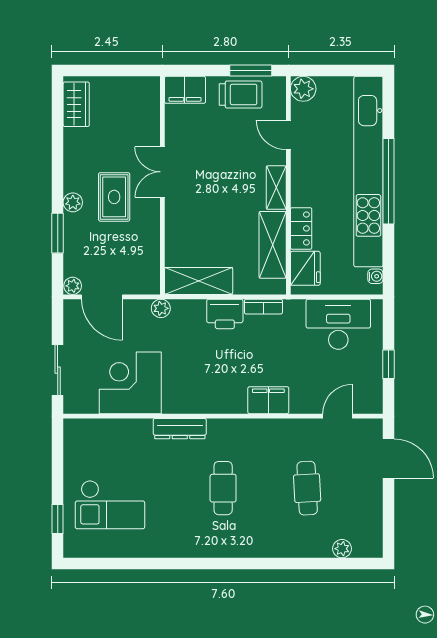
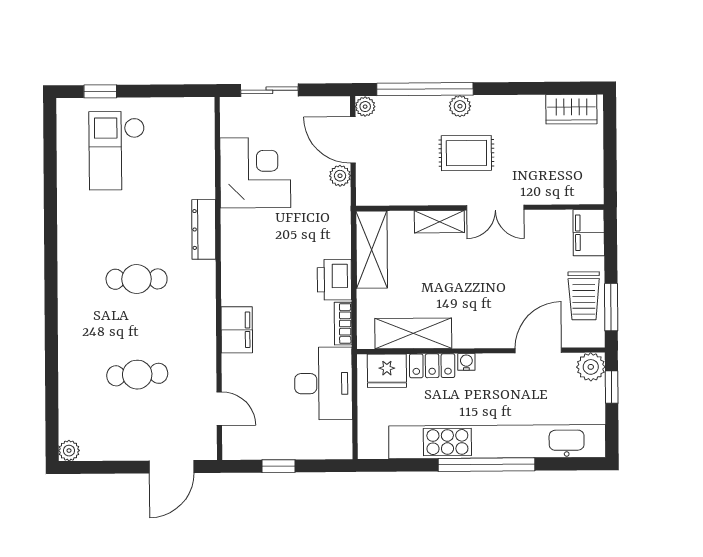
window: (321, 71) -> (612, 387), added
door: (288, 135) -> (538, 350), width x1.38
double door: (162, 172) -> (495, 208), swing flipped
shelving: (276, 188) -> (439, 222), moved
window: (58, 233) -> (425, 89), width x2.11
water cooler: (375, 276) -> (466, 362), moved, turned 180
door: (102, 297) -> (353, 140), hinge flipped
plant: (161, 308) -> (340, 176), moved
desk: (338, 324) -> (323, 384), moved
plant: (342, 549) -> (69, 451), moved

